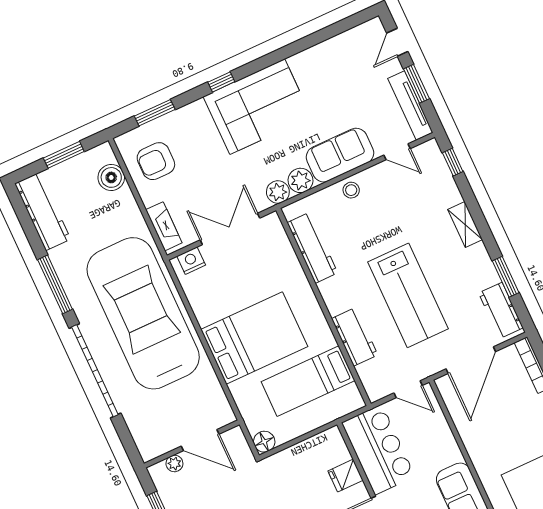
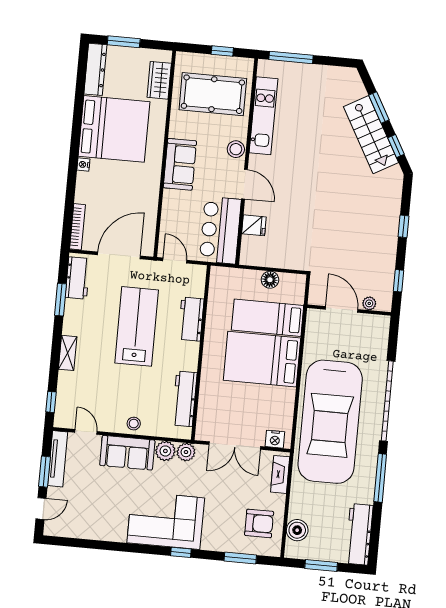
bed: (308, 381) -> (268, 318), moved, turned 180
floor lamp: (264, 442) -> (270, 280), moved

